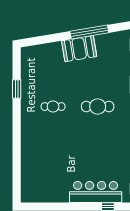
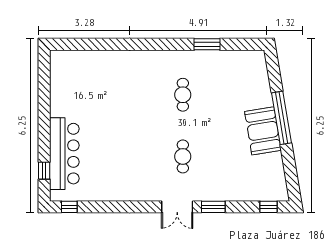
window: (89, 32) -> (281, 118), moved
cafe table: (98, 107) -> (183, 156), width x0.73, depth x0.74

